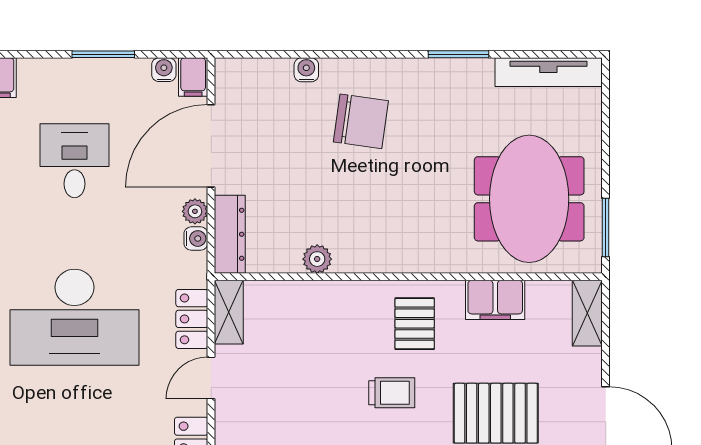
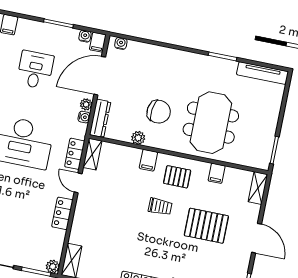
water cooler: (306, 70) -> (121, 43), moved
chair: (361, 121) -> (159, 112), moved
meeting table: (529, 199) -> (211, 123), moved
filing cabinet: (495, 300) -> (217, 173), width x0.50
filing cabinet: (348, 301) -> (148, 160), added
pallet: (415, 324) -> (177, 177), turned 90
door: (211, 378) -> (78, 183), hinge flipped

